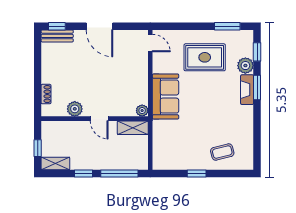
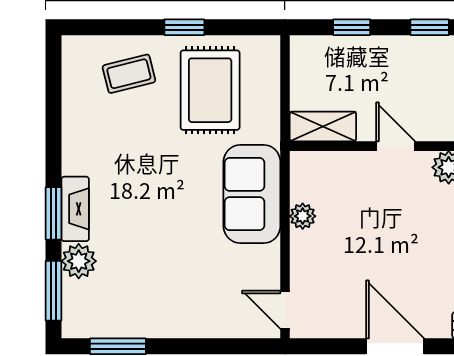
window: (257, 52) -> (54, 291), width x1.50
rug: (205, 57) -> (210, 90), moved, turned 90
plant: (142, 111) -> (303, 216), moved
window: (119, 174) -> (352, 27), width x0.46

